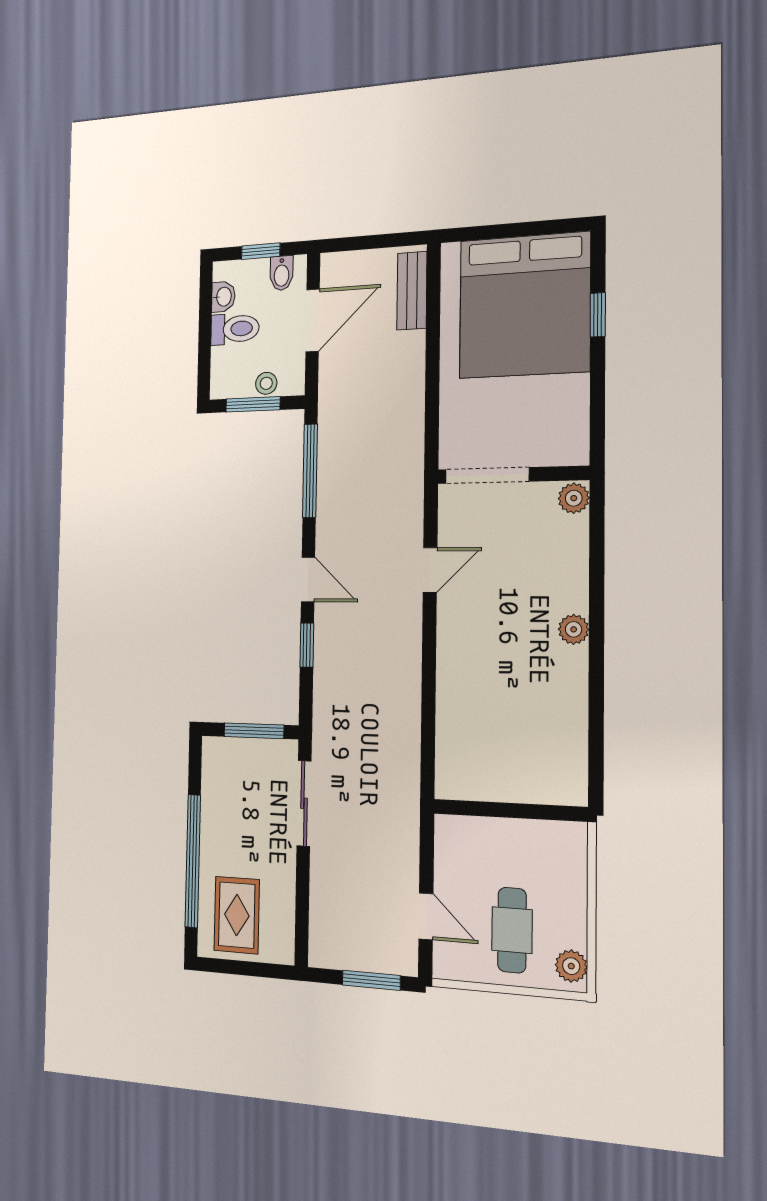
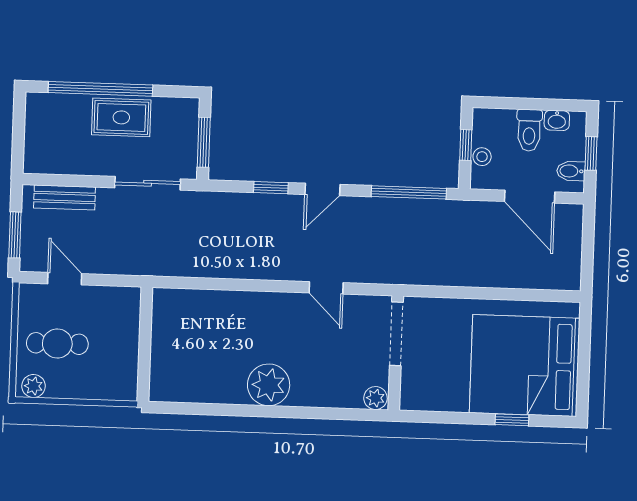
bench: (412, 291) -> (65, 198), moved
window: (253, 404) -> (466, 145), width x0.67
plant: (574, 629) -> (269, 385), width x1.88, depth x1.88
rug: (237, 915) -> (121, 117), moved
door: (426, 916) -> (65, 279), swing flipped

